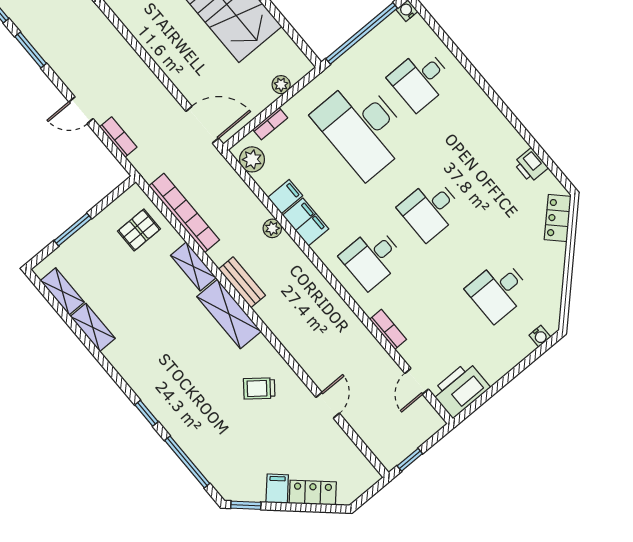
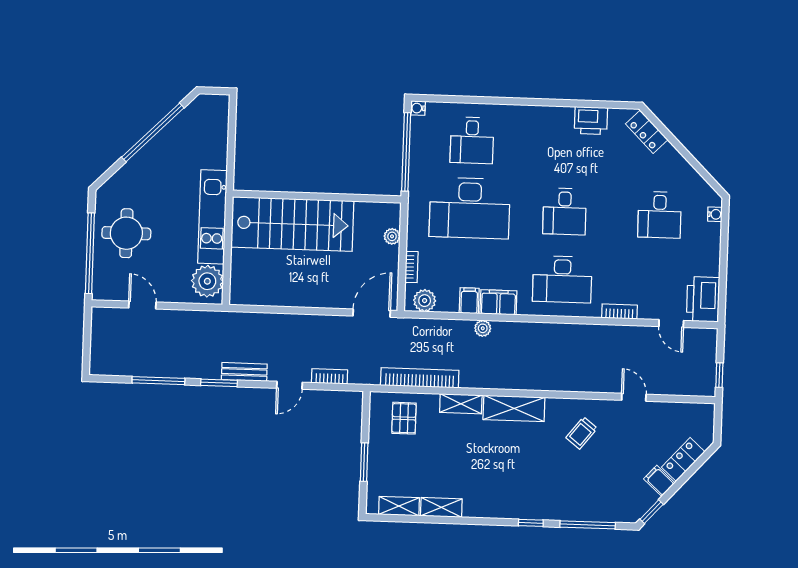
printer: (531, 165) -> (591, 121), width x1.36, depth x1.24
desk: (372, 258) -> (562, 279), width x1.37
bench: (242, 282) -> (244, 372), moved

